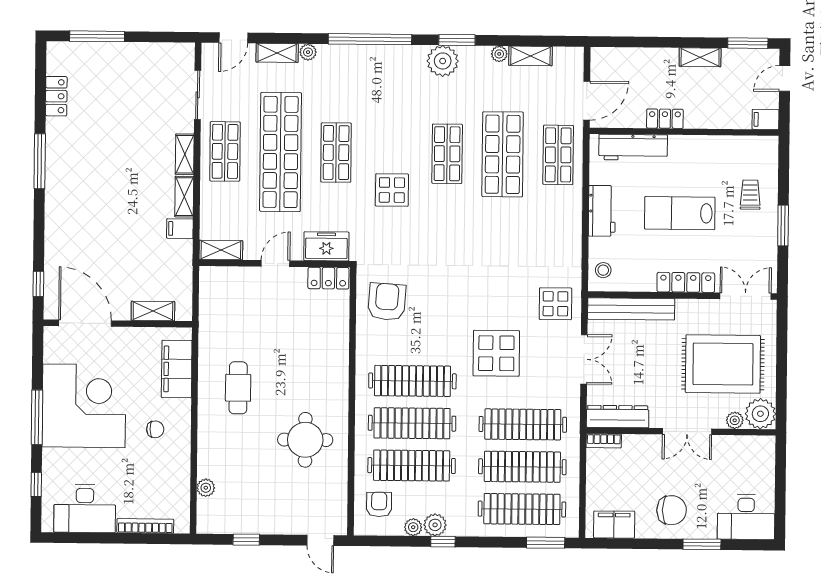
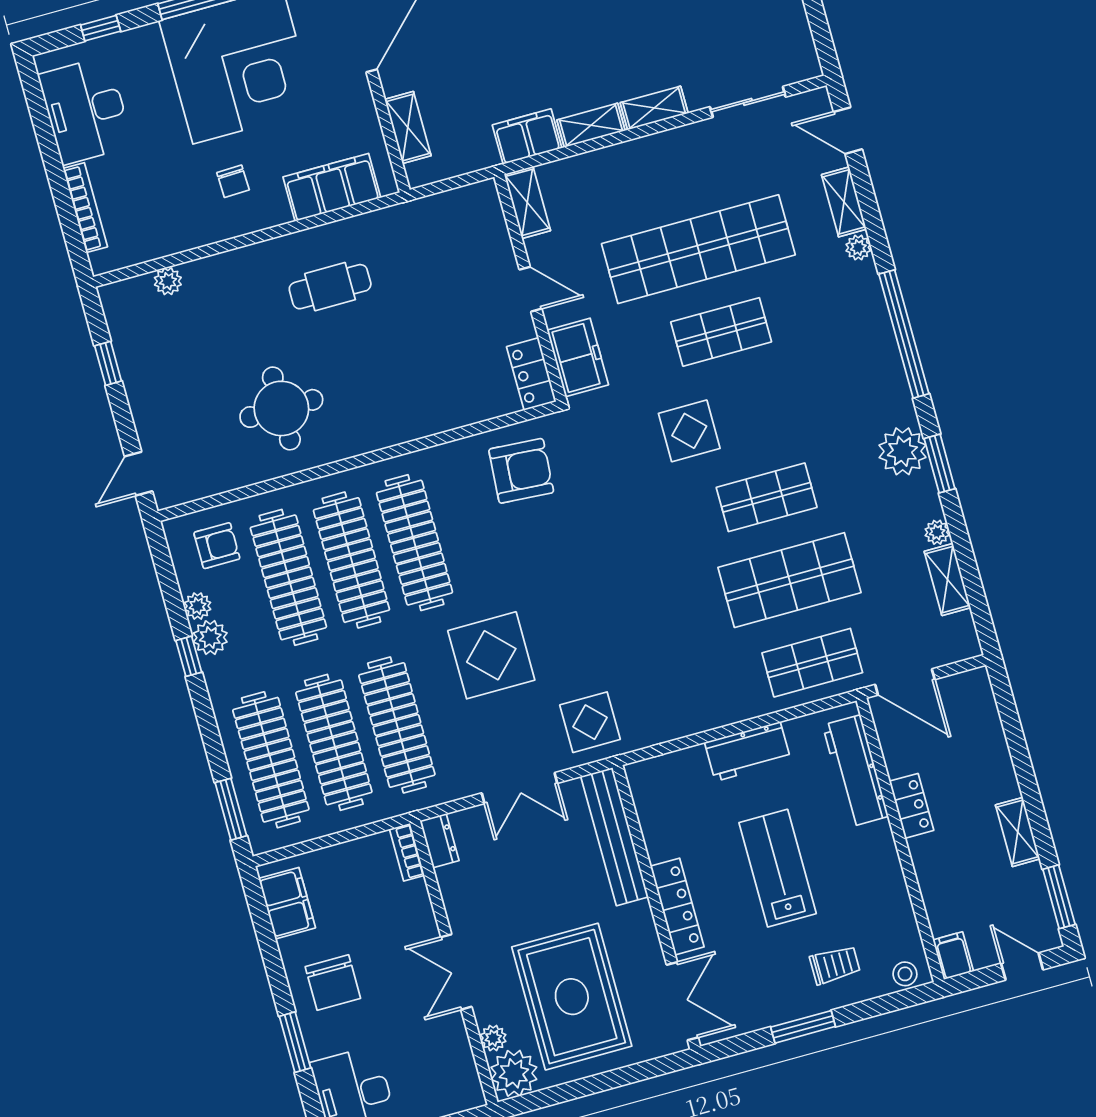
shop shelf: (225, 151) -> (676, 167), removed
filing cabinet: (180, 229) -> (527, 136), width x2.00
stool: (603, 270) -> (905, 974), moved
dresser: (618, 417) -> (439, 841), width x0.51, depth x0.80

